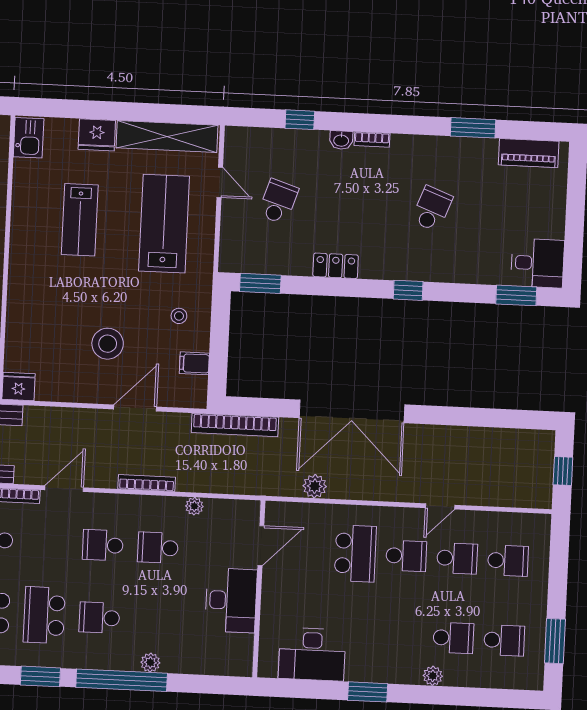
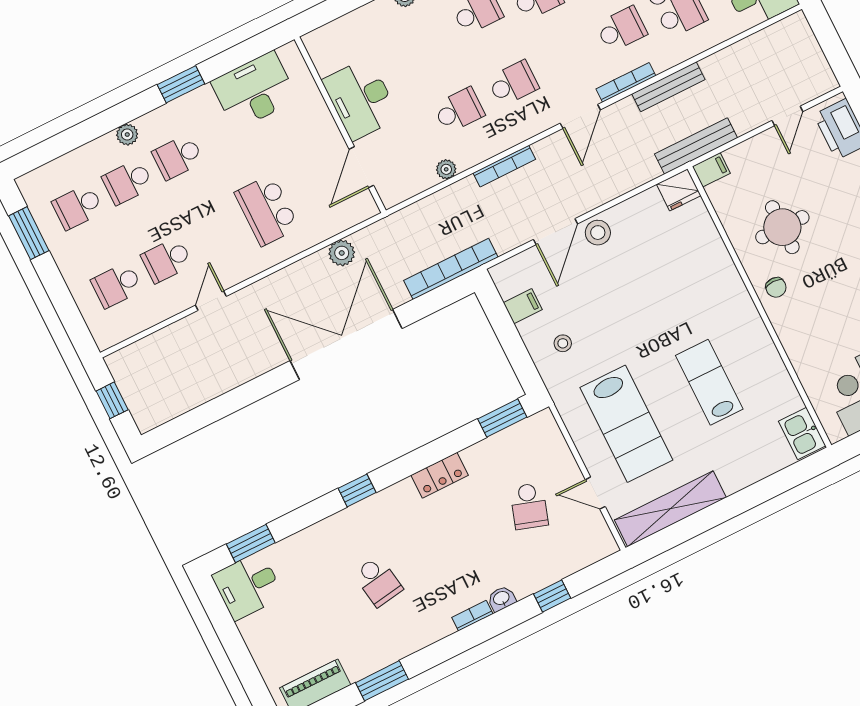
fridge: (97, 135) -> (738, 473), removed
school desk: (432, 209) -> (378, 581), turned -30
stool: (108, 344) -> (598, 233), moved, width x0.73, depth x0.73
school desk: (406, 556) -> (178, 157), moved

